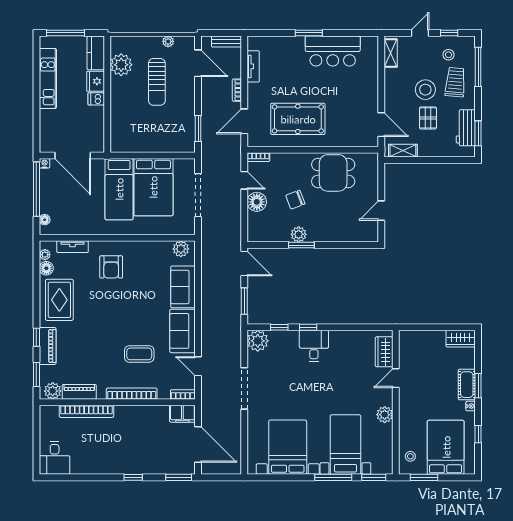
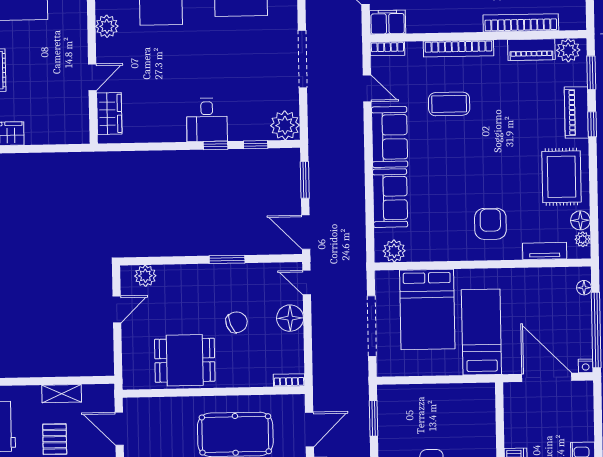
shelving: (403, 151) -> (62, 394), moved
door: (244, 180) -> (307, 283), moved
bed: (153, 187) -> (427, 309), moved, turned 180
plant: (299, 234) -> (145, 276), moved

